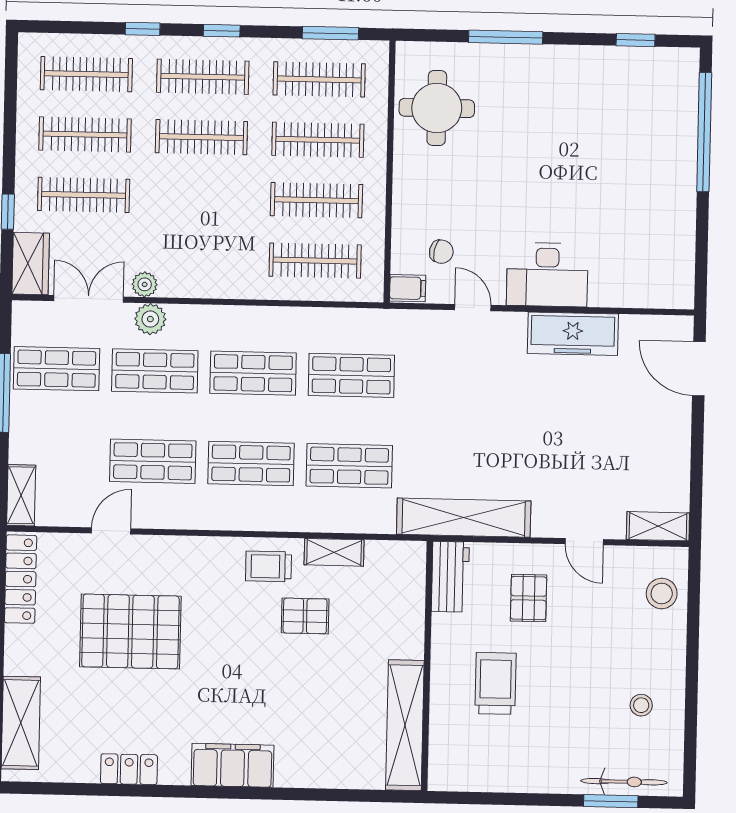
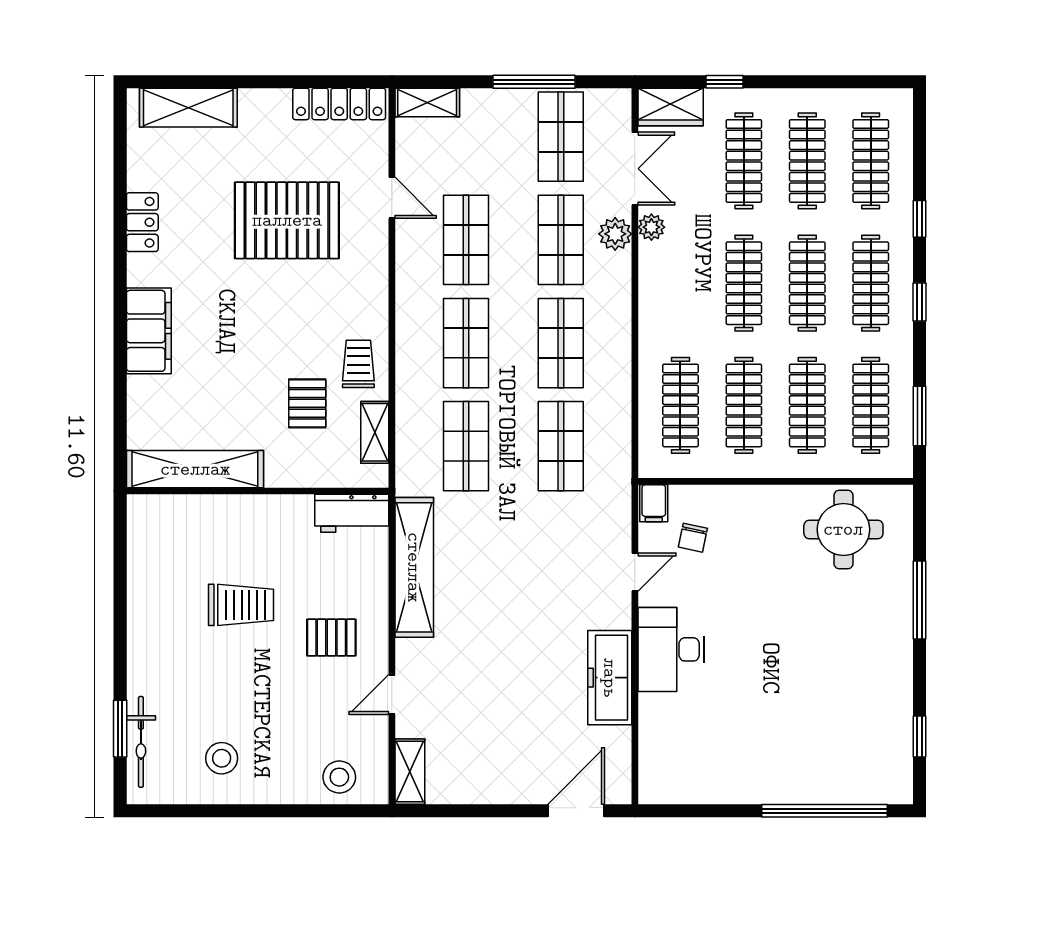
clothes rail: (200, 198) -> (744, 283), added
workbench: (450, 577) -> (352, 513), moved
pallet: (130, 631) -> (287, 220), turned 90
wall: (427, 666) -> (258, 491), moved
stool: (641, 705) -> (222, 758), width x1.37, depth x1.37
shelving: (405, 725) -> (195, 469), moved

